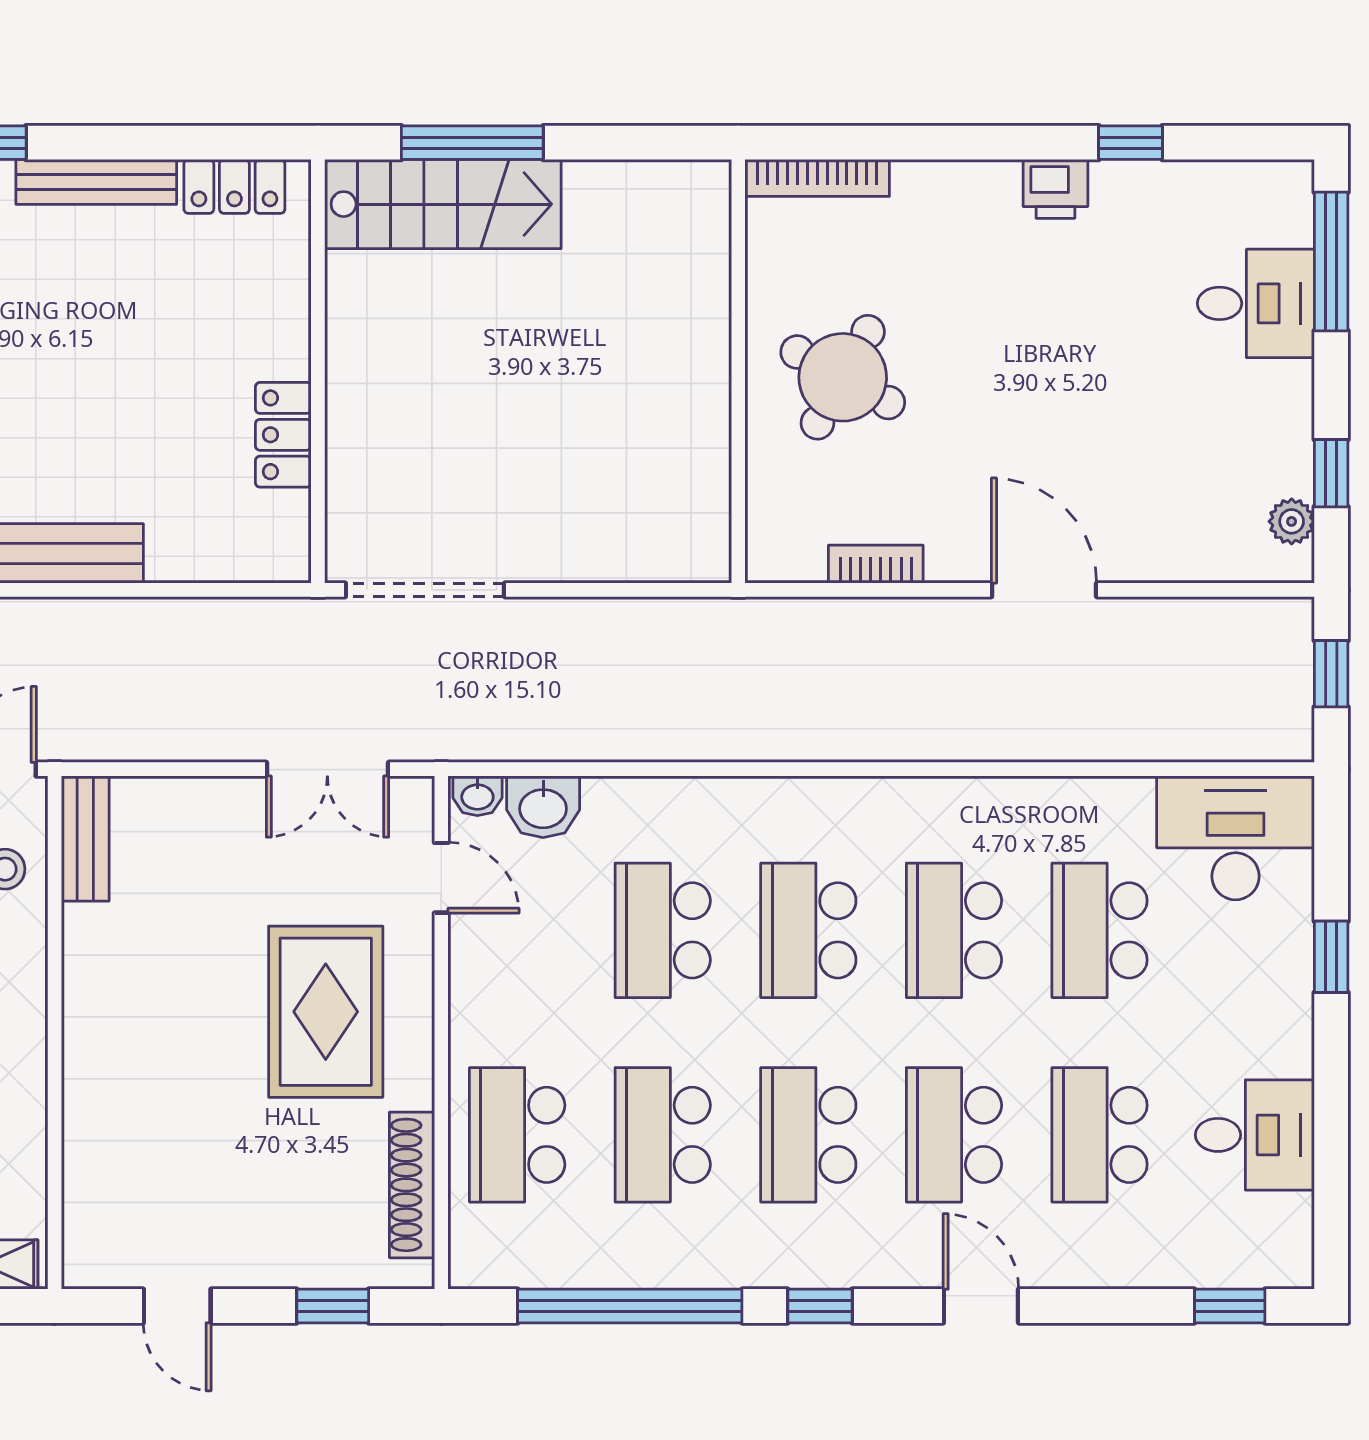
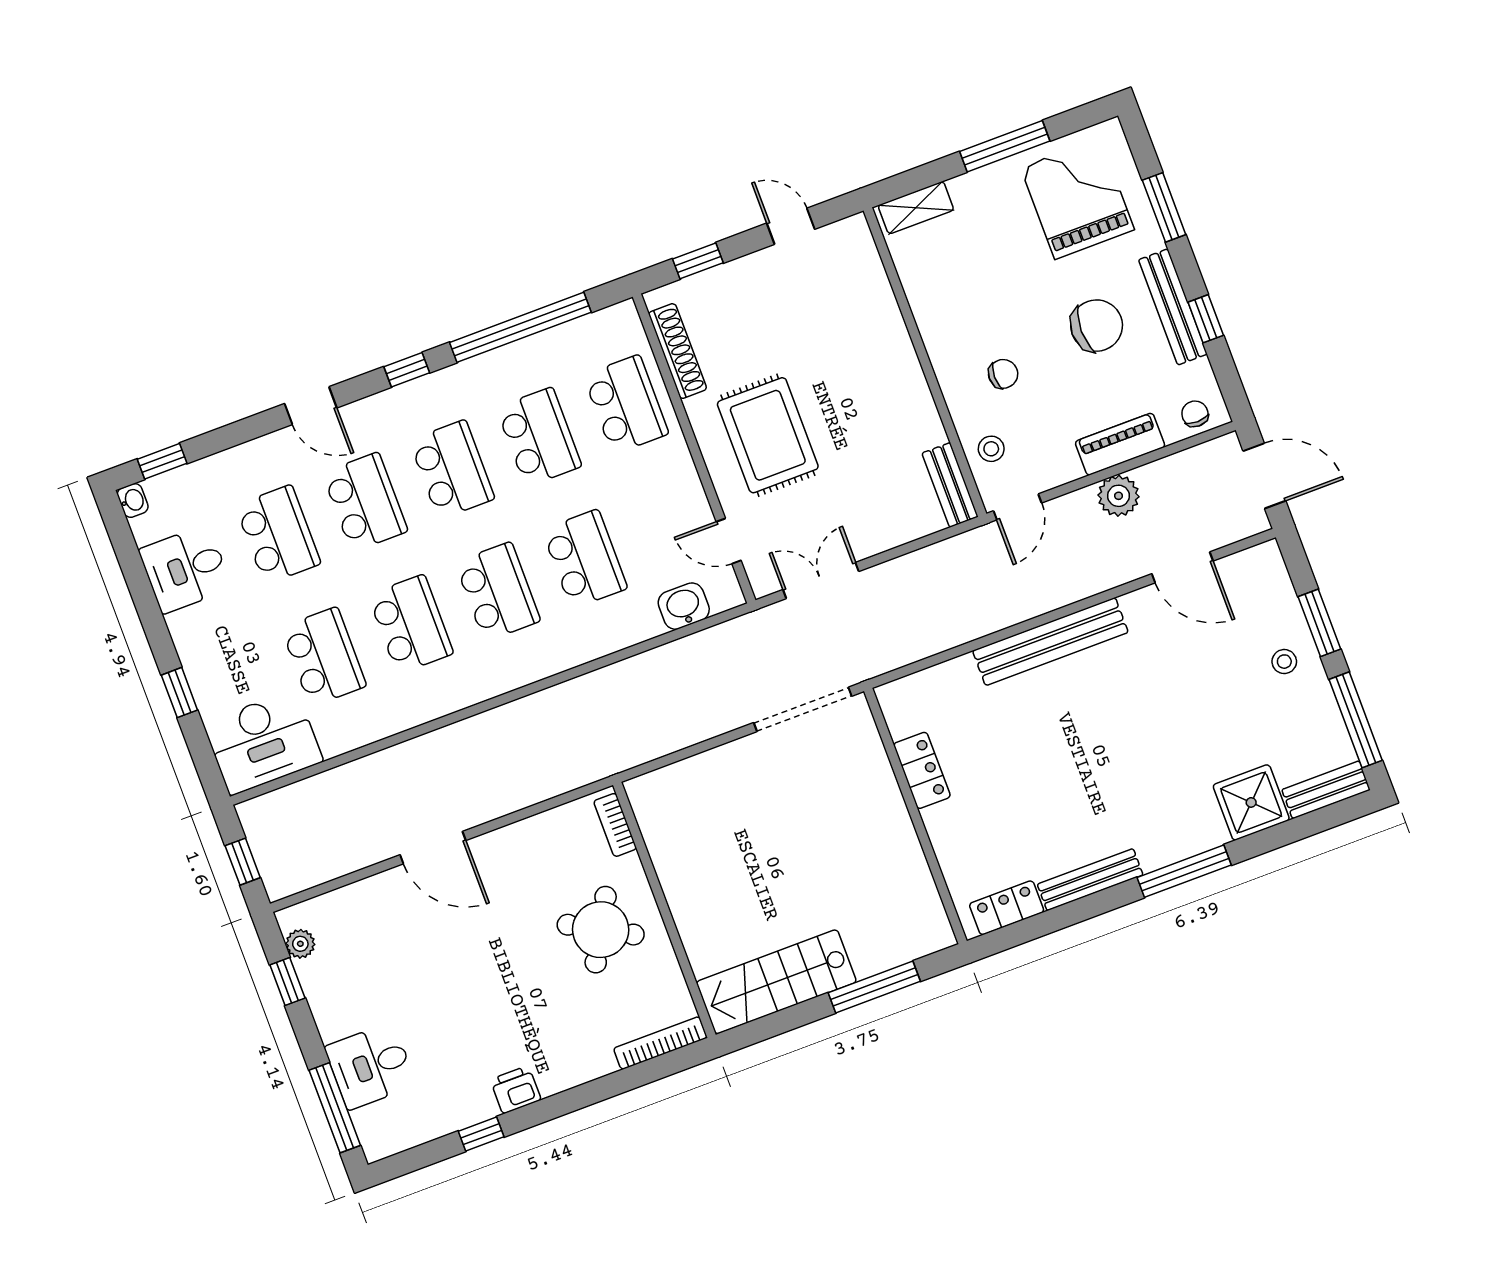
stairs: (443, 204) -> (776, 982), moved
bookcase: (876, 564) -> (615, 825), moved, turned 90
washbasin: (477, 796) -> (133, 500), moved, turned 90

